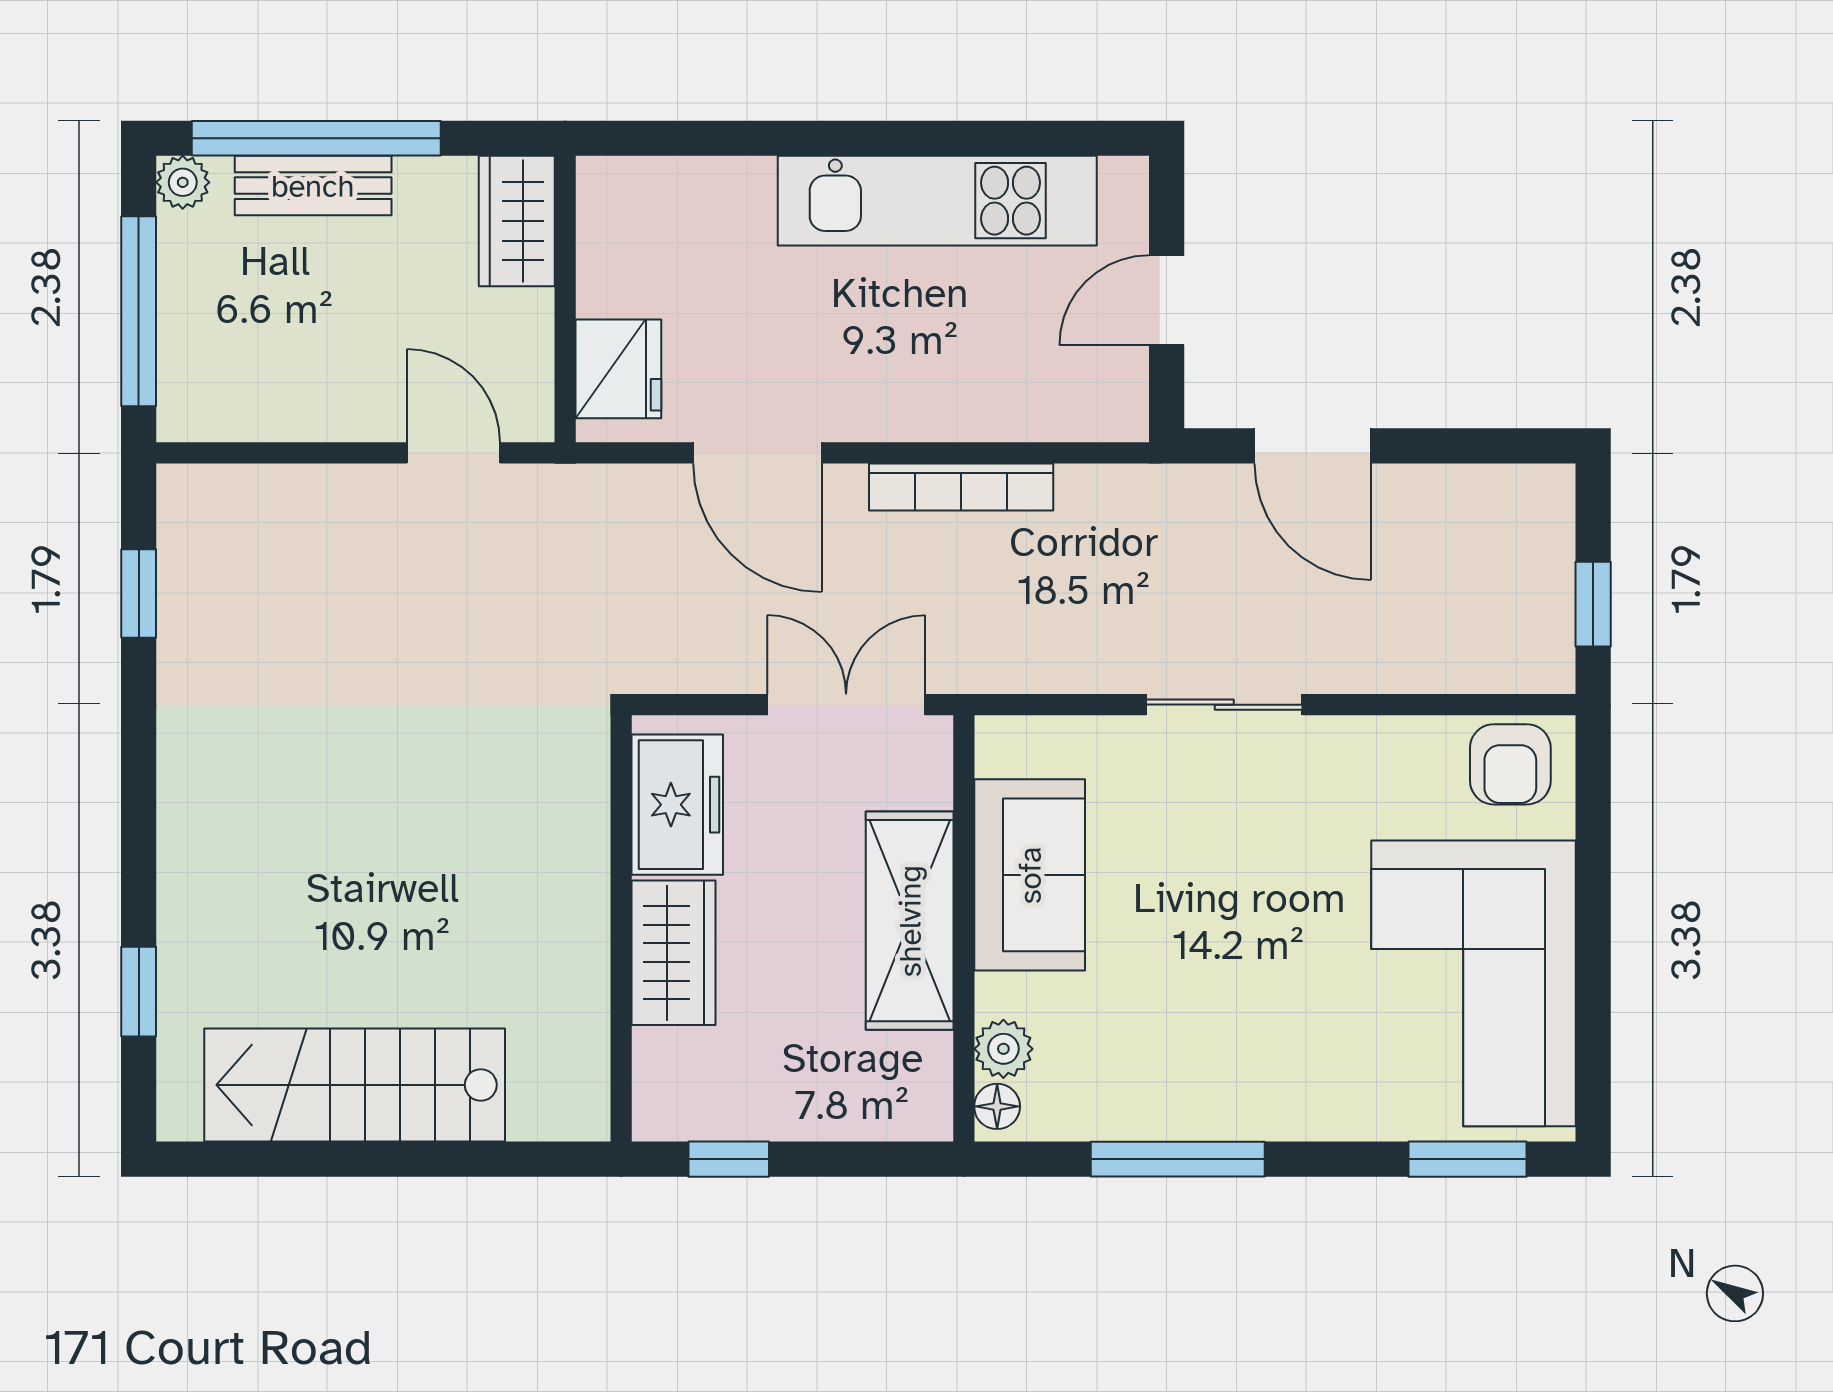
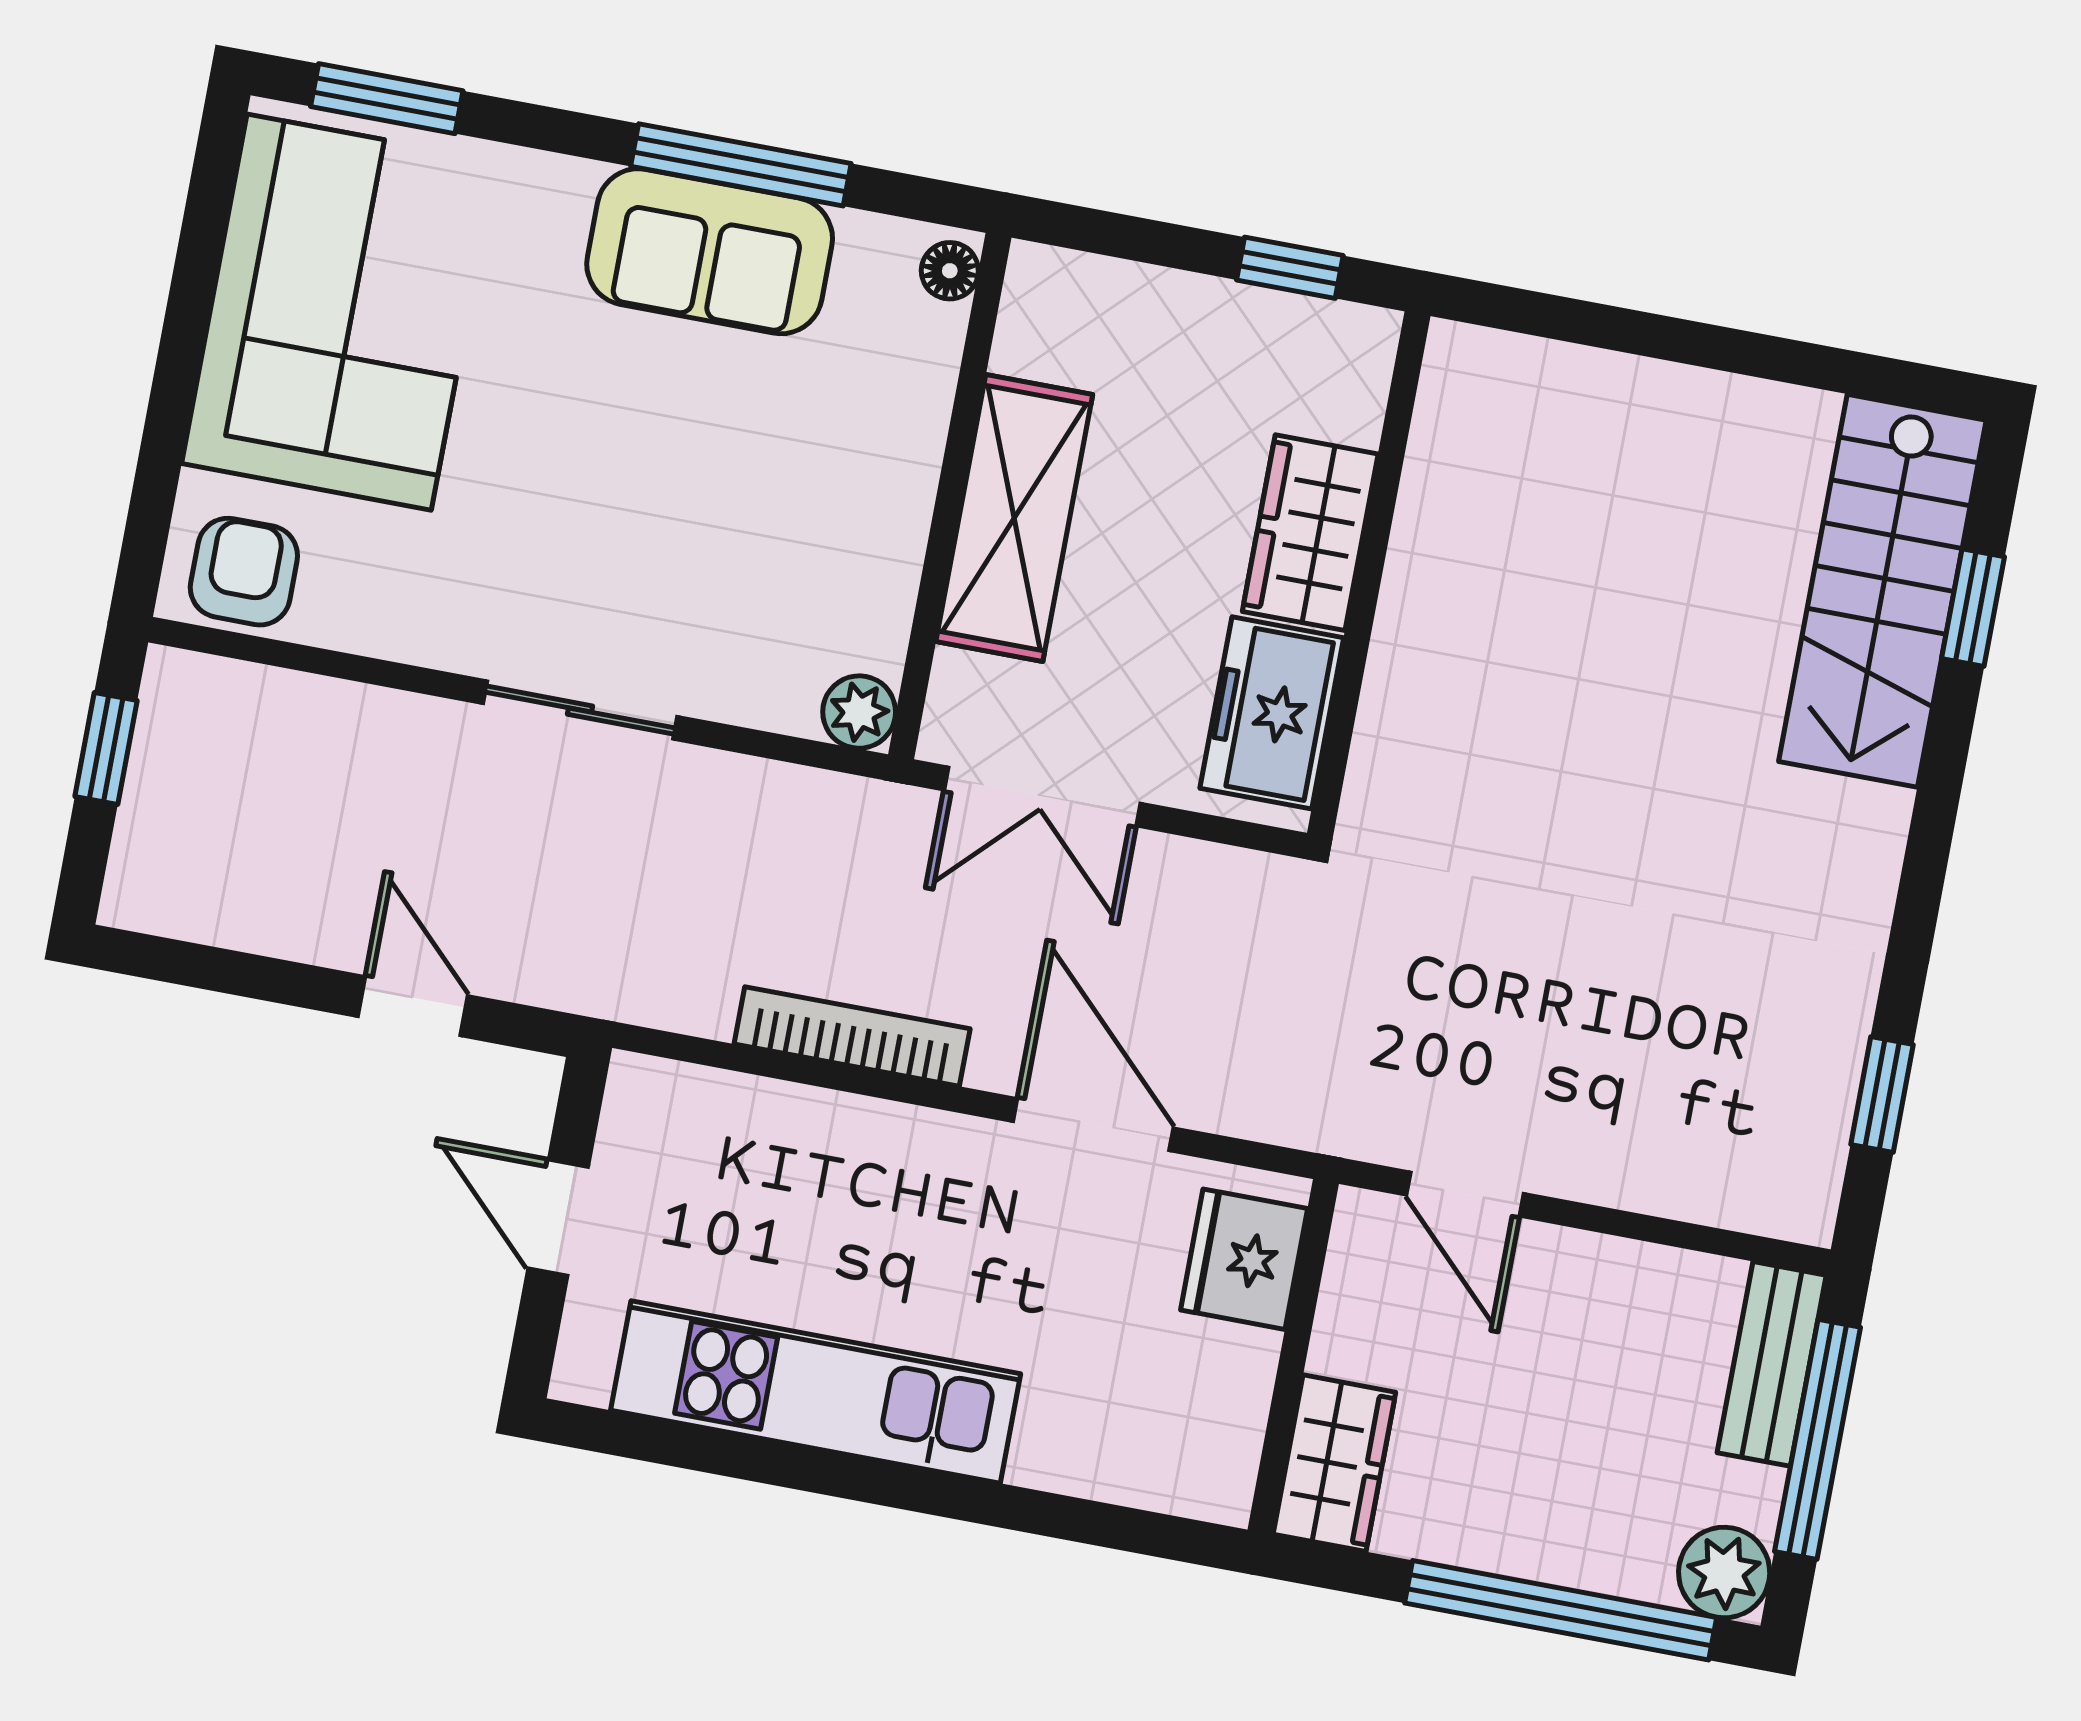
plant: (183, 182) -> (1724, 1573), width x1.38, depth x1.38
bench: (313, 186) -> (1772, 1364), moved, turned 90
door: (1167, 300) -> (558, 1218), swing flipped
door: (1313, 446) -> (413, 1006), width x0.73
sofa: (1030, 875) -> (710, 251), moved, turned -90
plant: (1003, 1049) -> (859, 712), moved
stairs: (355, 1085) -> (1882, 591), moved, turned 90

